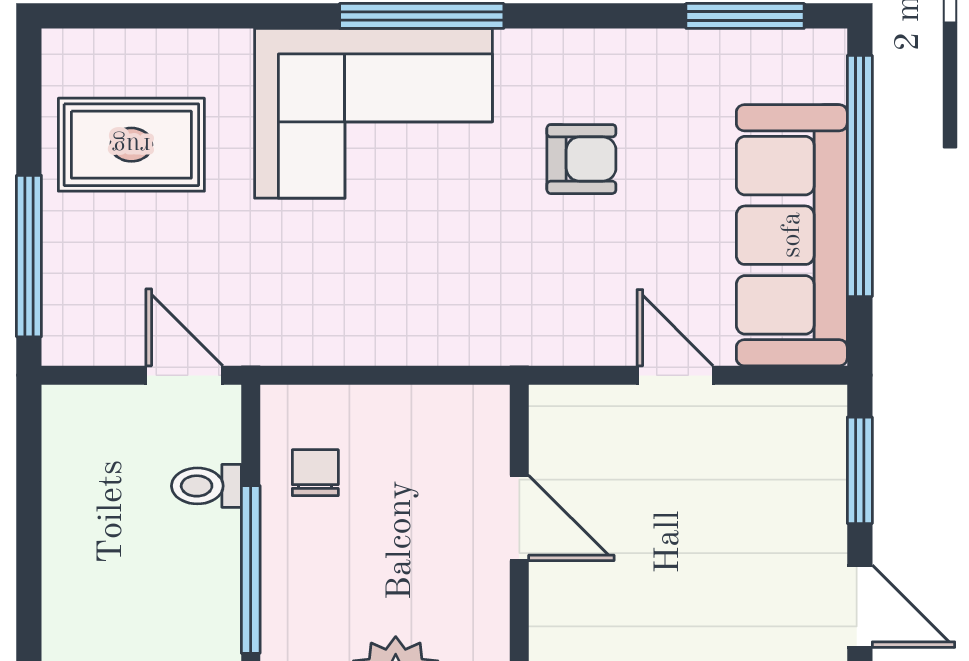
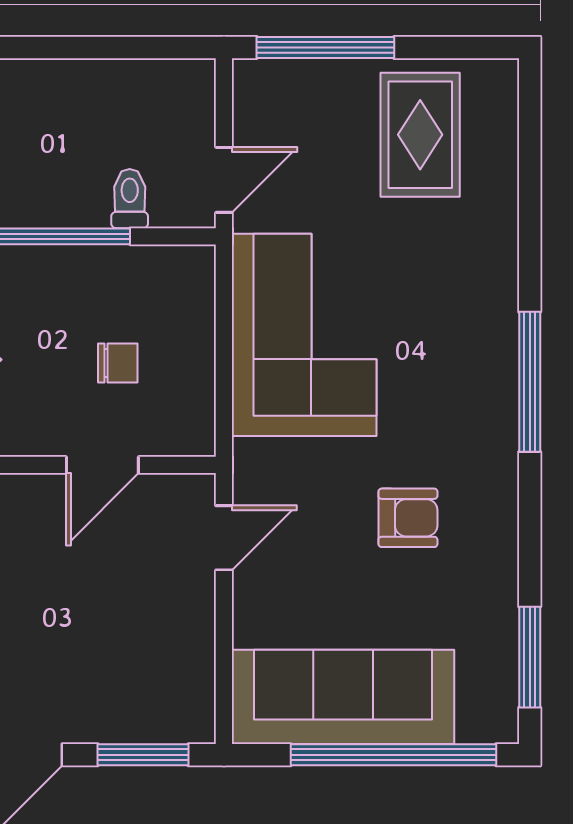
corner sofa: (374, 113) -> (304, 335), moved, turned 180
armchair: (581, 159) -> (408, 518), turned -90
door: (675, 375) -> (224, 538), moved
chair: (315, 473) -> (118, 363), moved

